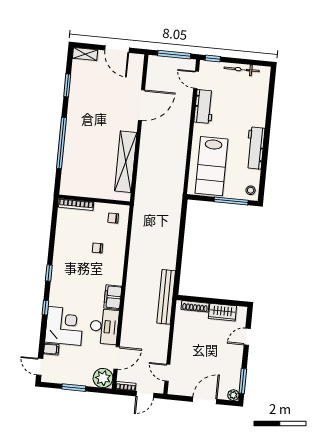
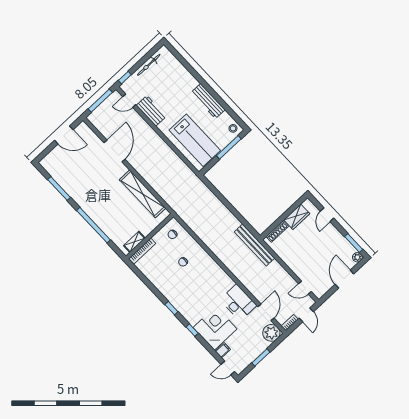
shelving: (85, 54) -> (134, 242), moved
window: (67, 85) -> (59, 188), width x1.44
filing cabinet: (113, 297) -> (224, 280), removed

